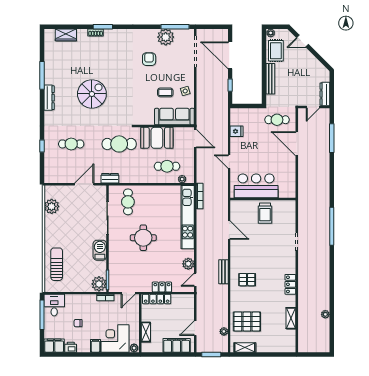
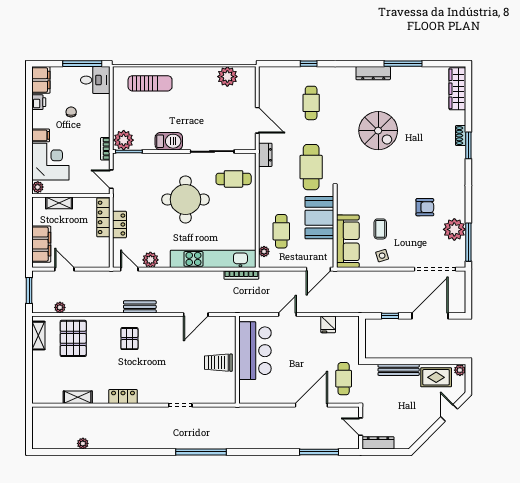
wardrobe: (66, 35) -> (457, 89), width x1.50
round table: (143, 238) -> (185, 199), width x1.36, depth x1.36

